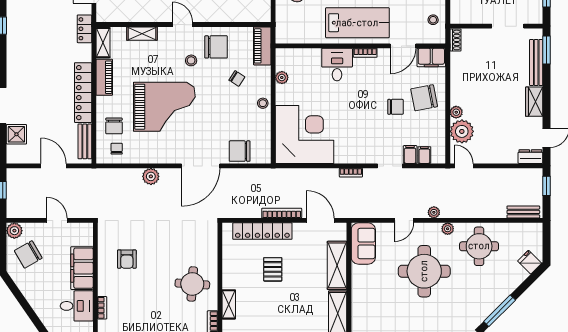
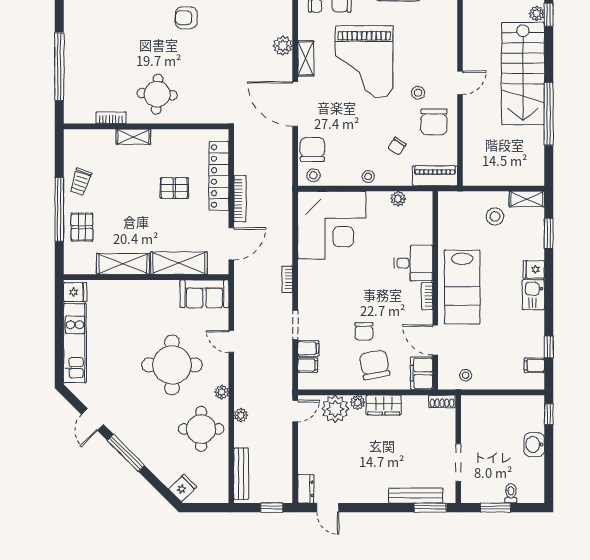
shelving: (142, 34) -> (306, 58), moved
wardrobe: (534, 102) -> (384, 405), moved, turned 180
stool: (262, 150) -> (313, 175), added
plant: (434, 212) -> (241, 415), moved
bench: (523, 212) -> (241, 474), width x1.36

